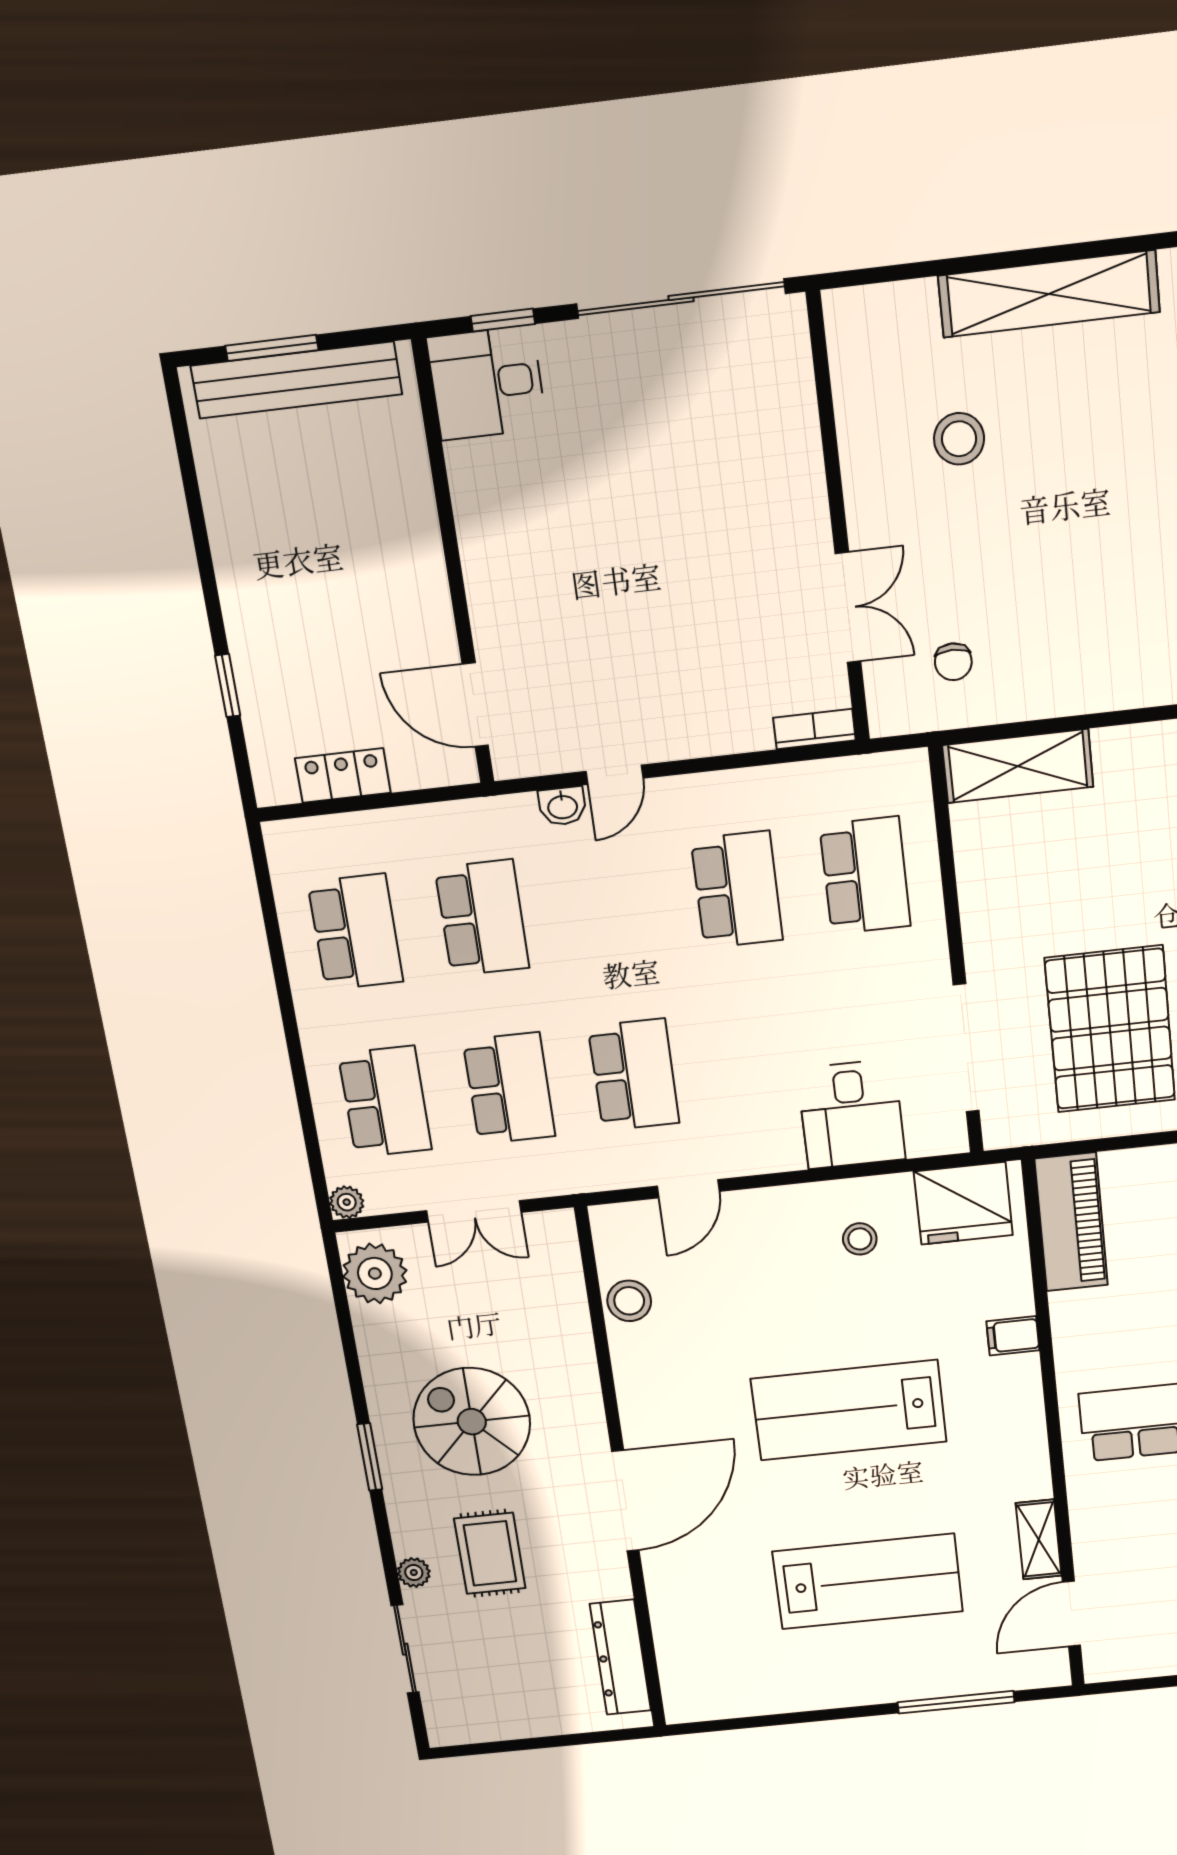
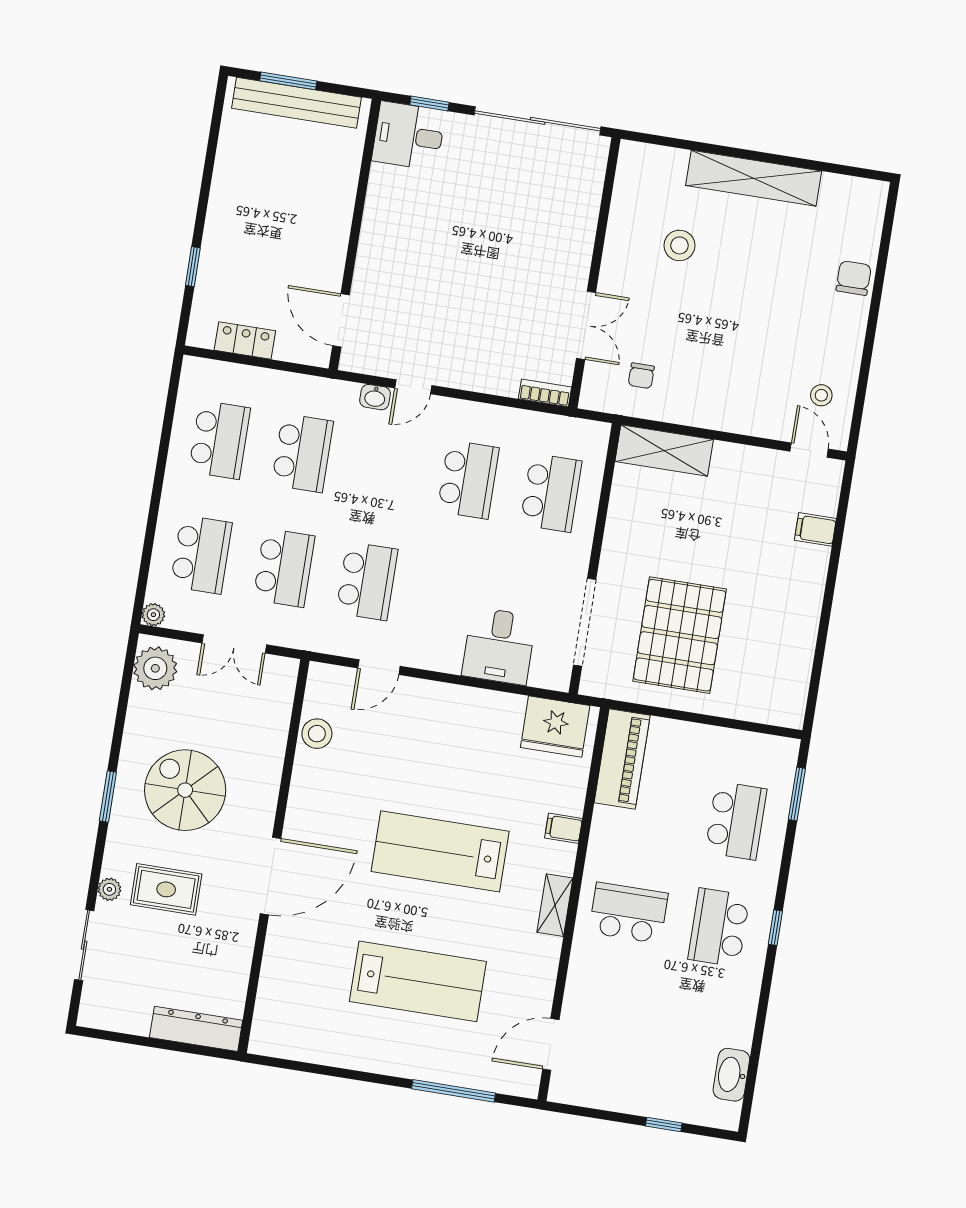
stool: (860, 1239) -> (481, 732), removed
shelving: (1039, 1539) -> (555, 905), moved
rug: (490, 1553) -> (166, 889), turned 90
dresser: (620, 1657) -> (196, 1029), moved, turned 90

